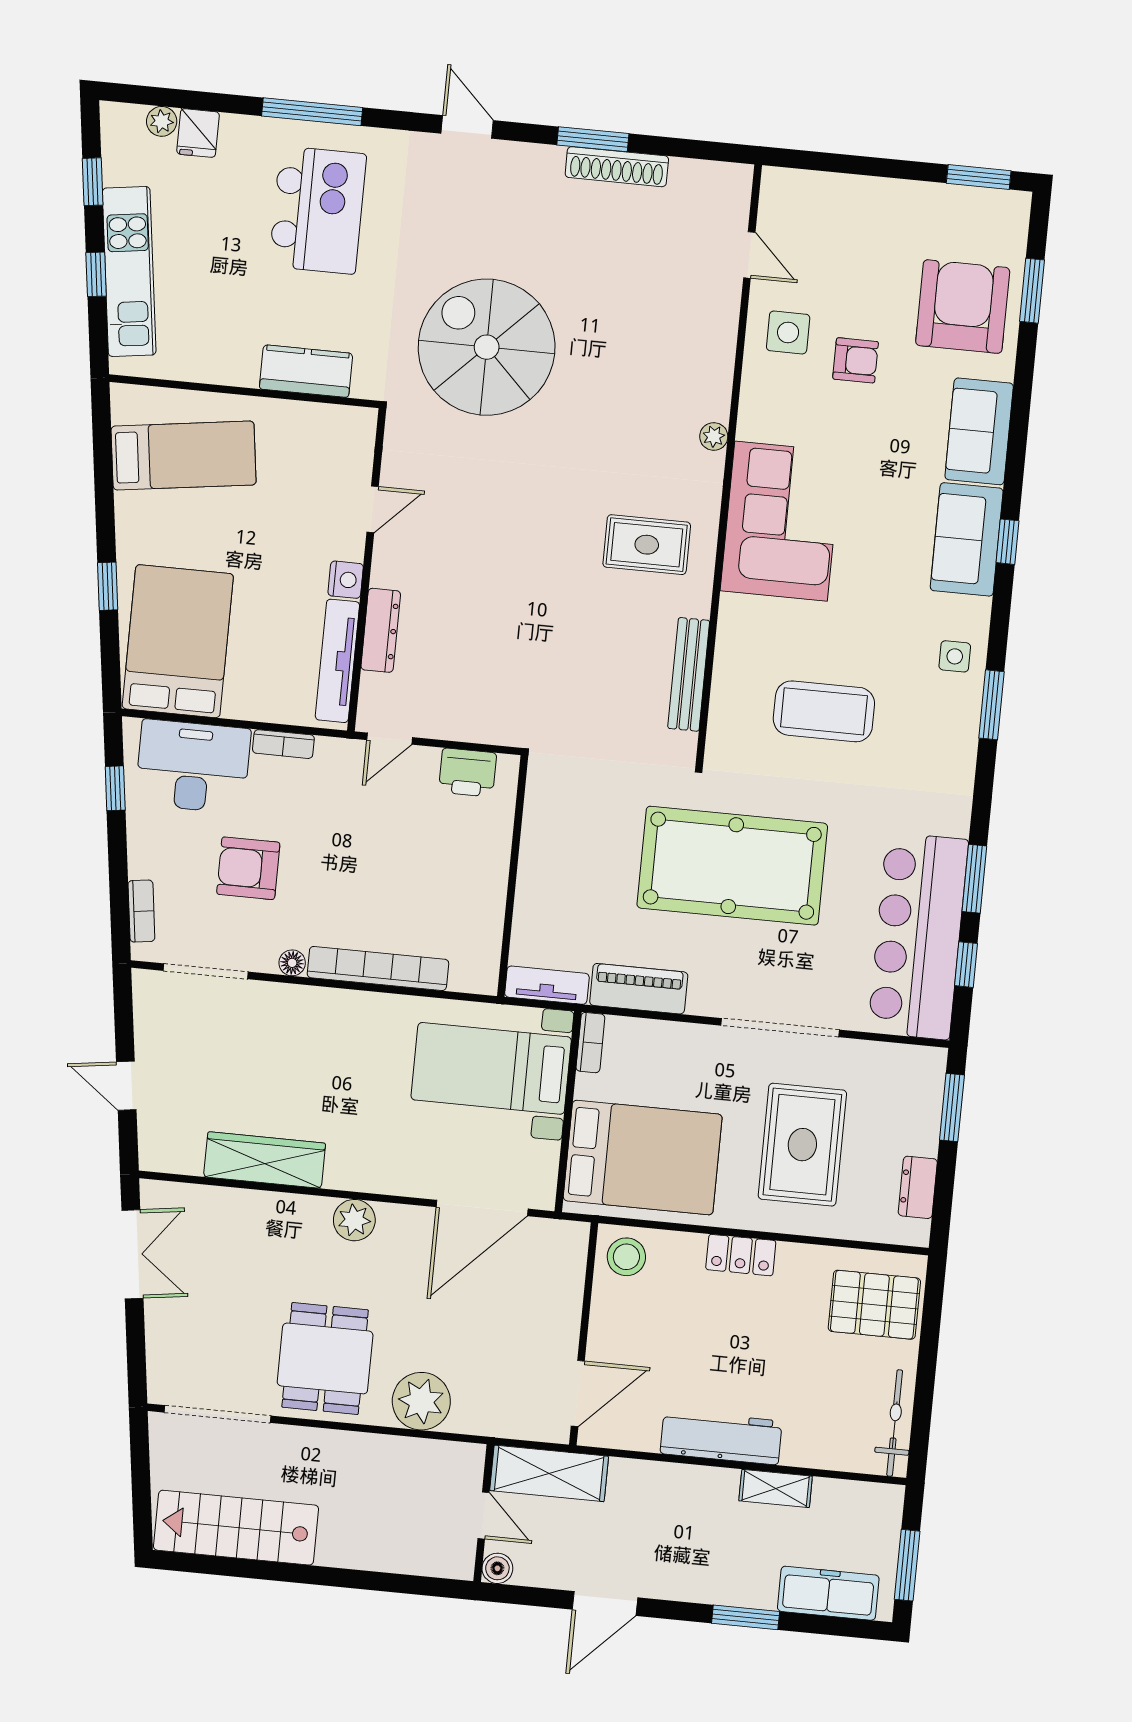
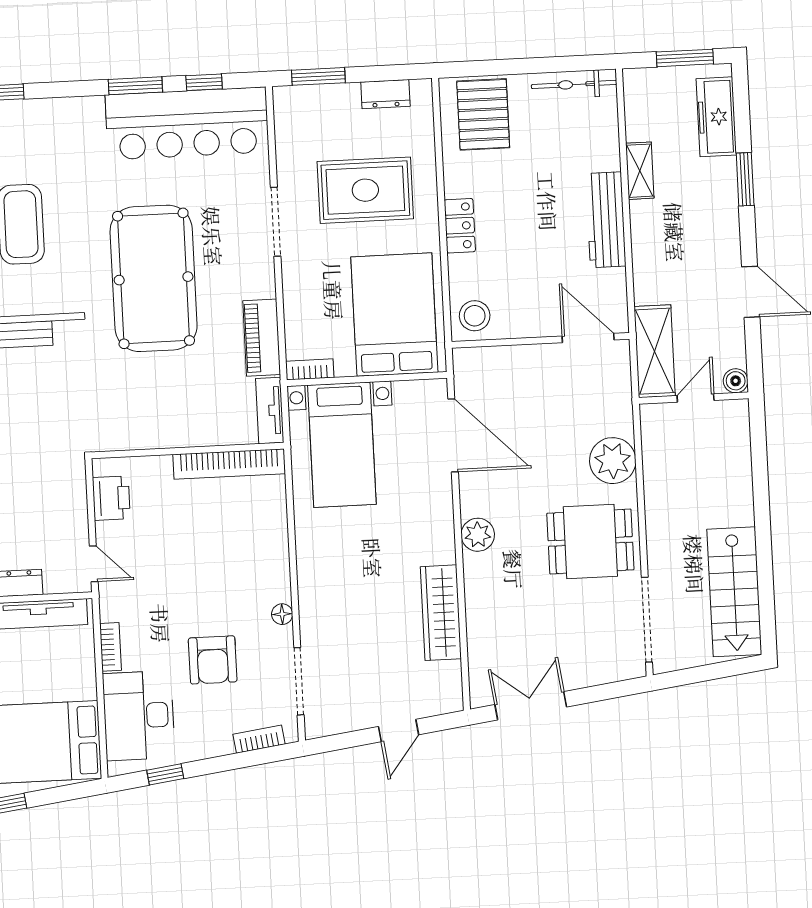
bookcase: (378, 969) -> (229, 464), moved, turned -90
doorway: (780, 1028) -> (276, 222), width x0.73

